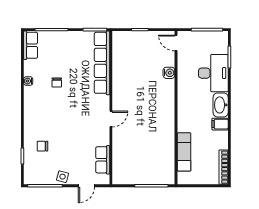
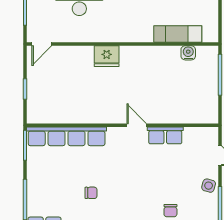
water cooler: (169, 73) -> (188, 53), moved
fridge: (166, 95) -> (107, 56), added
row of seats: (103, 160) -> (165, 135), moved

